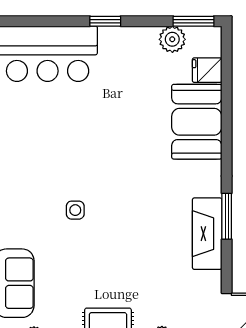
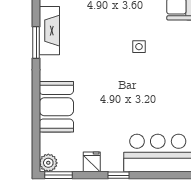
plant: (172, 39) -> (48, 163), moved
fridge: (207, 70) -> (92, 162), moved, turned -90

